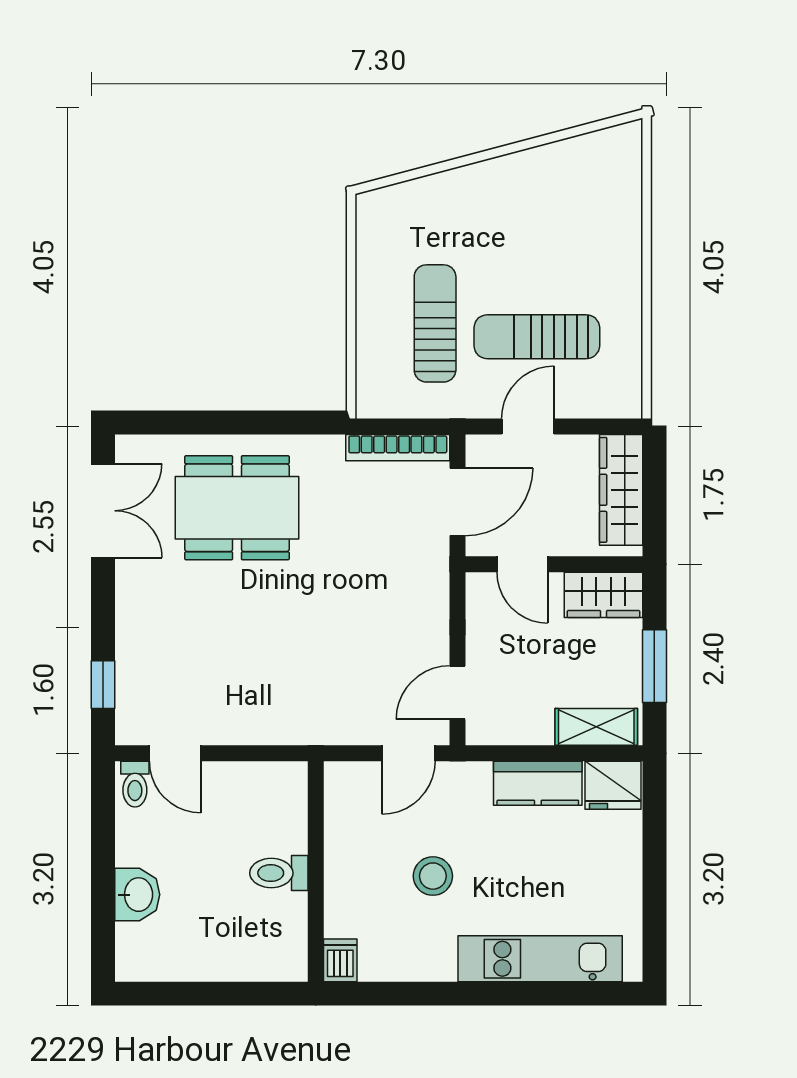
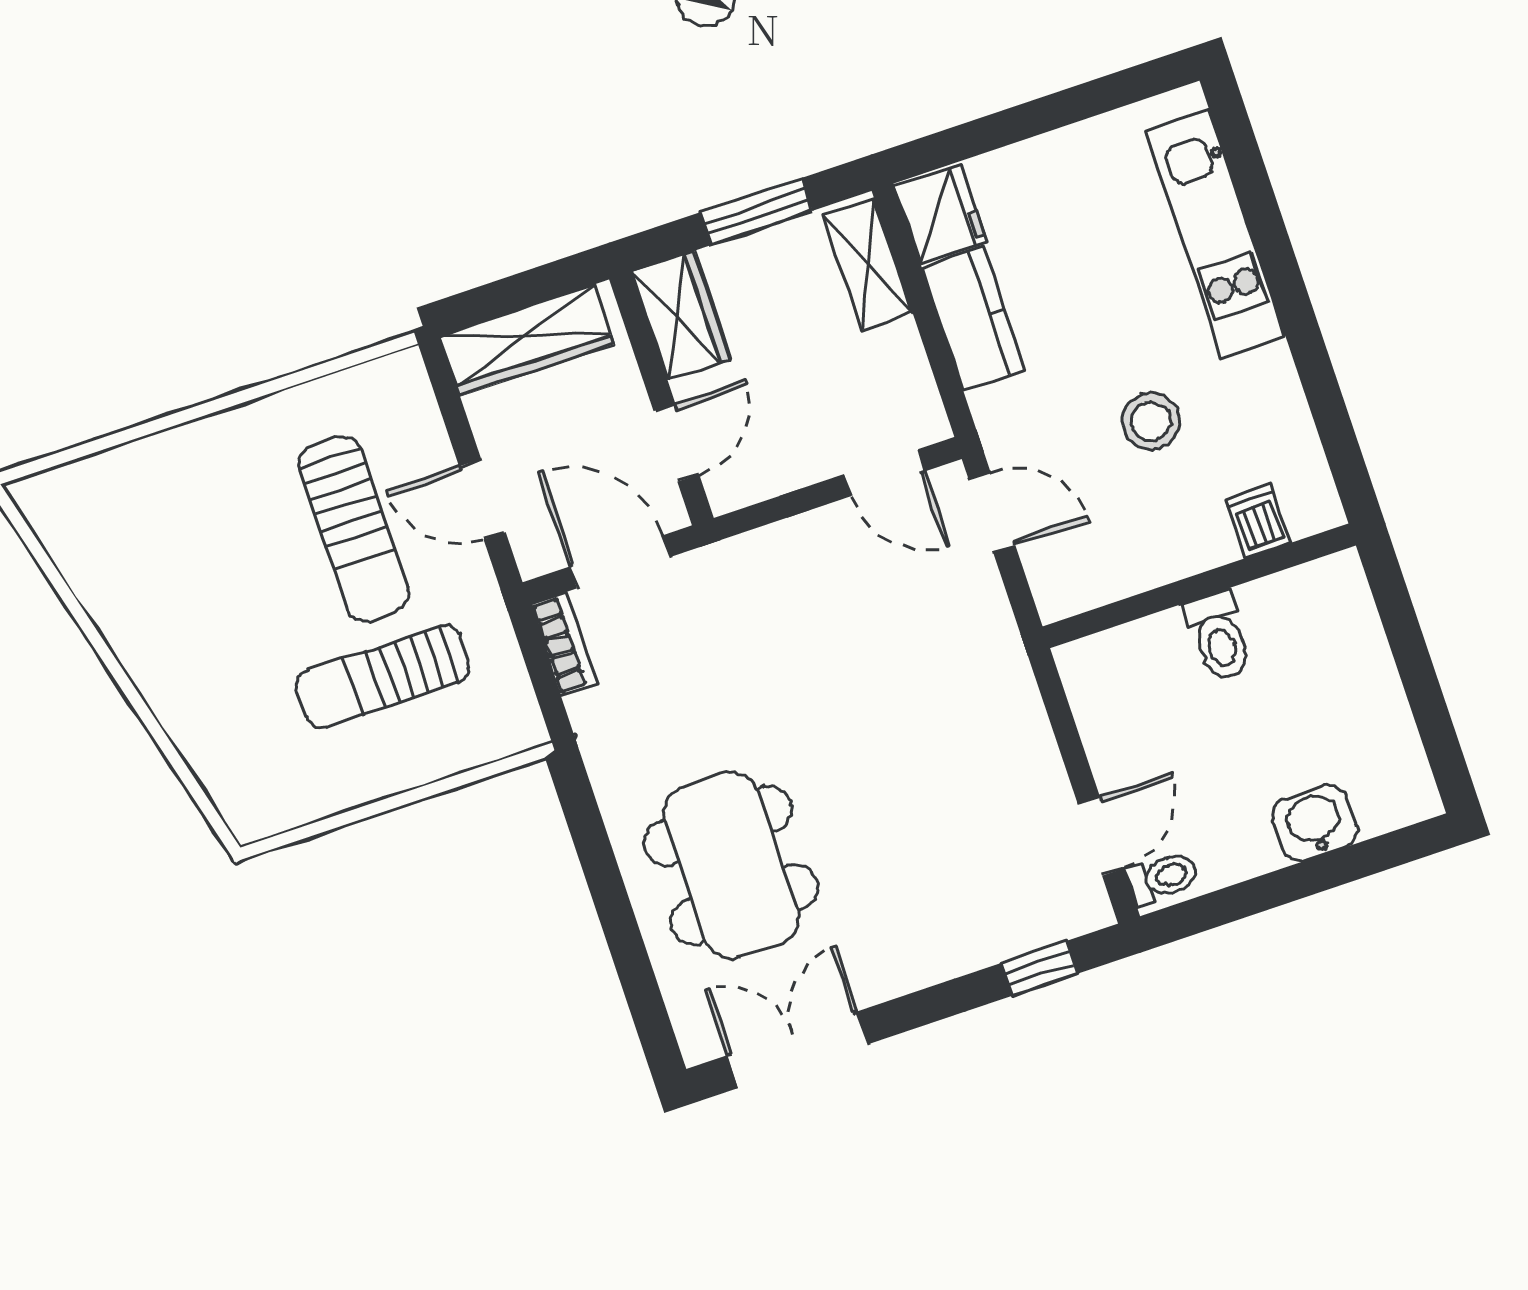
bookcase: (398, 448) -> (564, 644), width x0.64
dishwasher: (340, 960) -> (1258, 521), moved, turned 90

